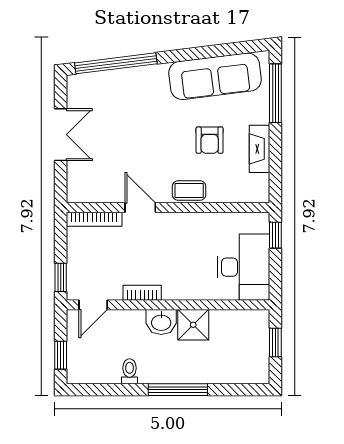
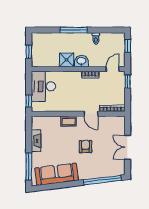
armchair: (210, 140) -> (85, 147), moved

